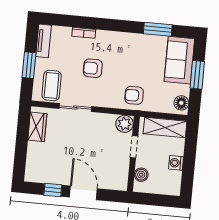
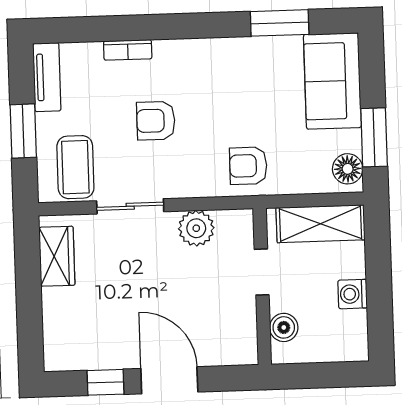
window: (197, 75) -> (374, 137), moved
plant: (125, 124) -> (196, 228), moved

